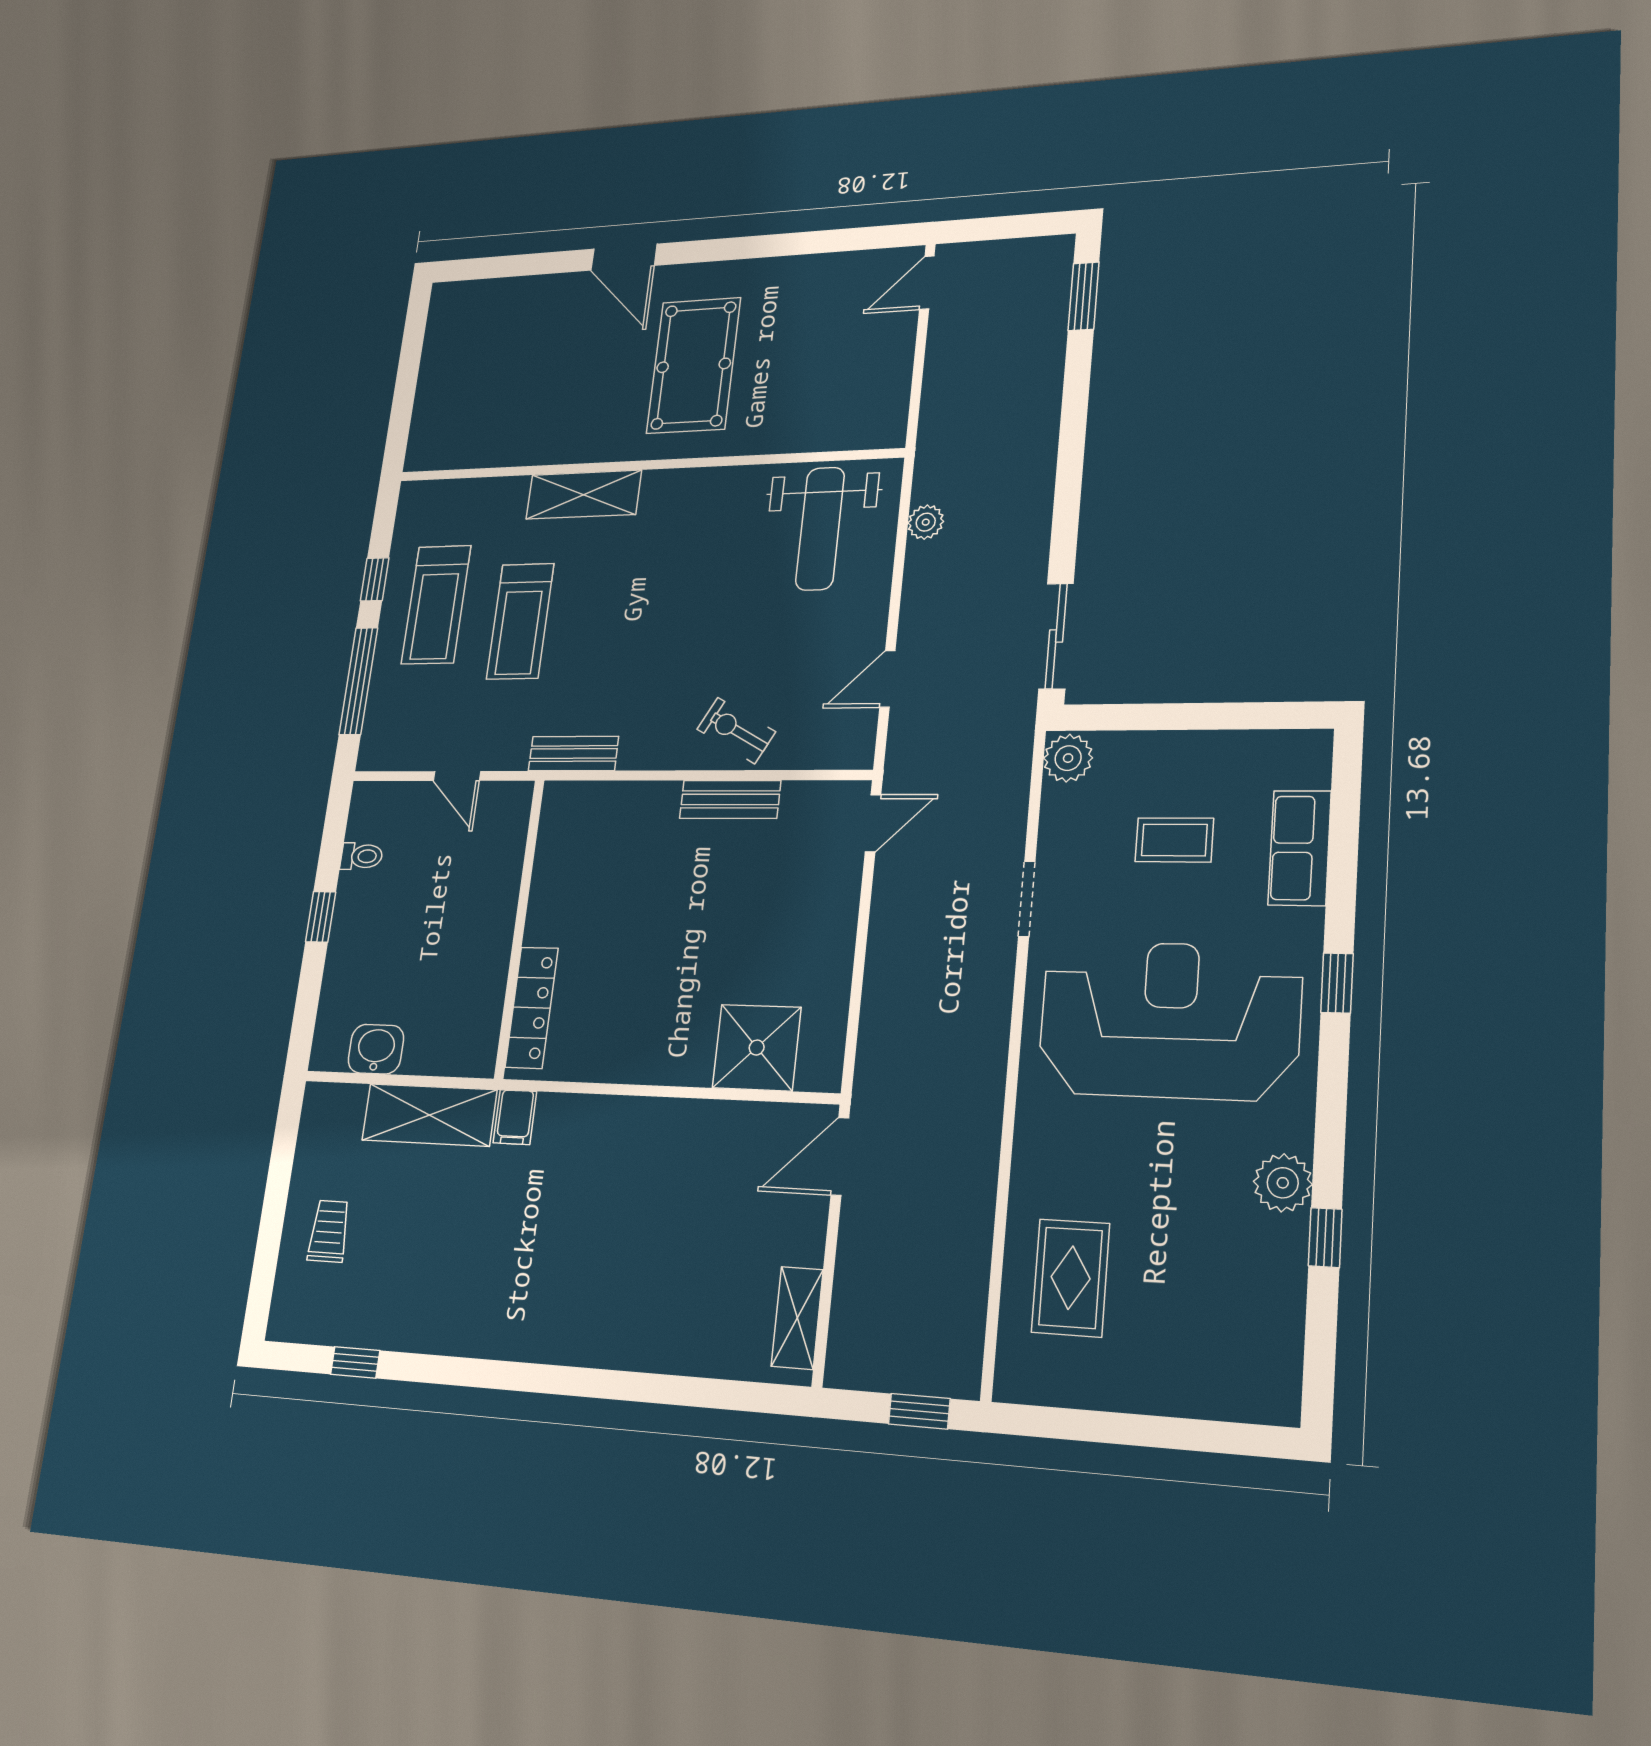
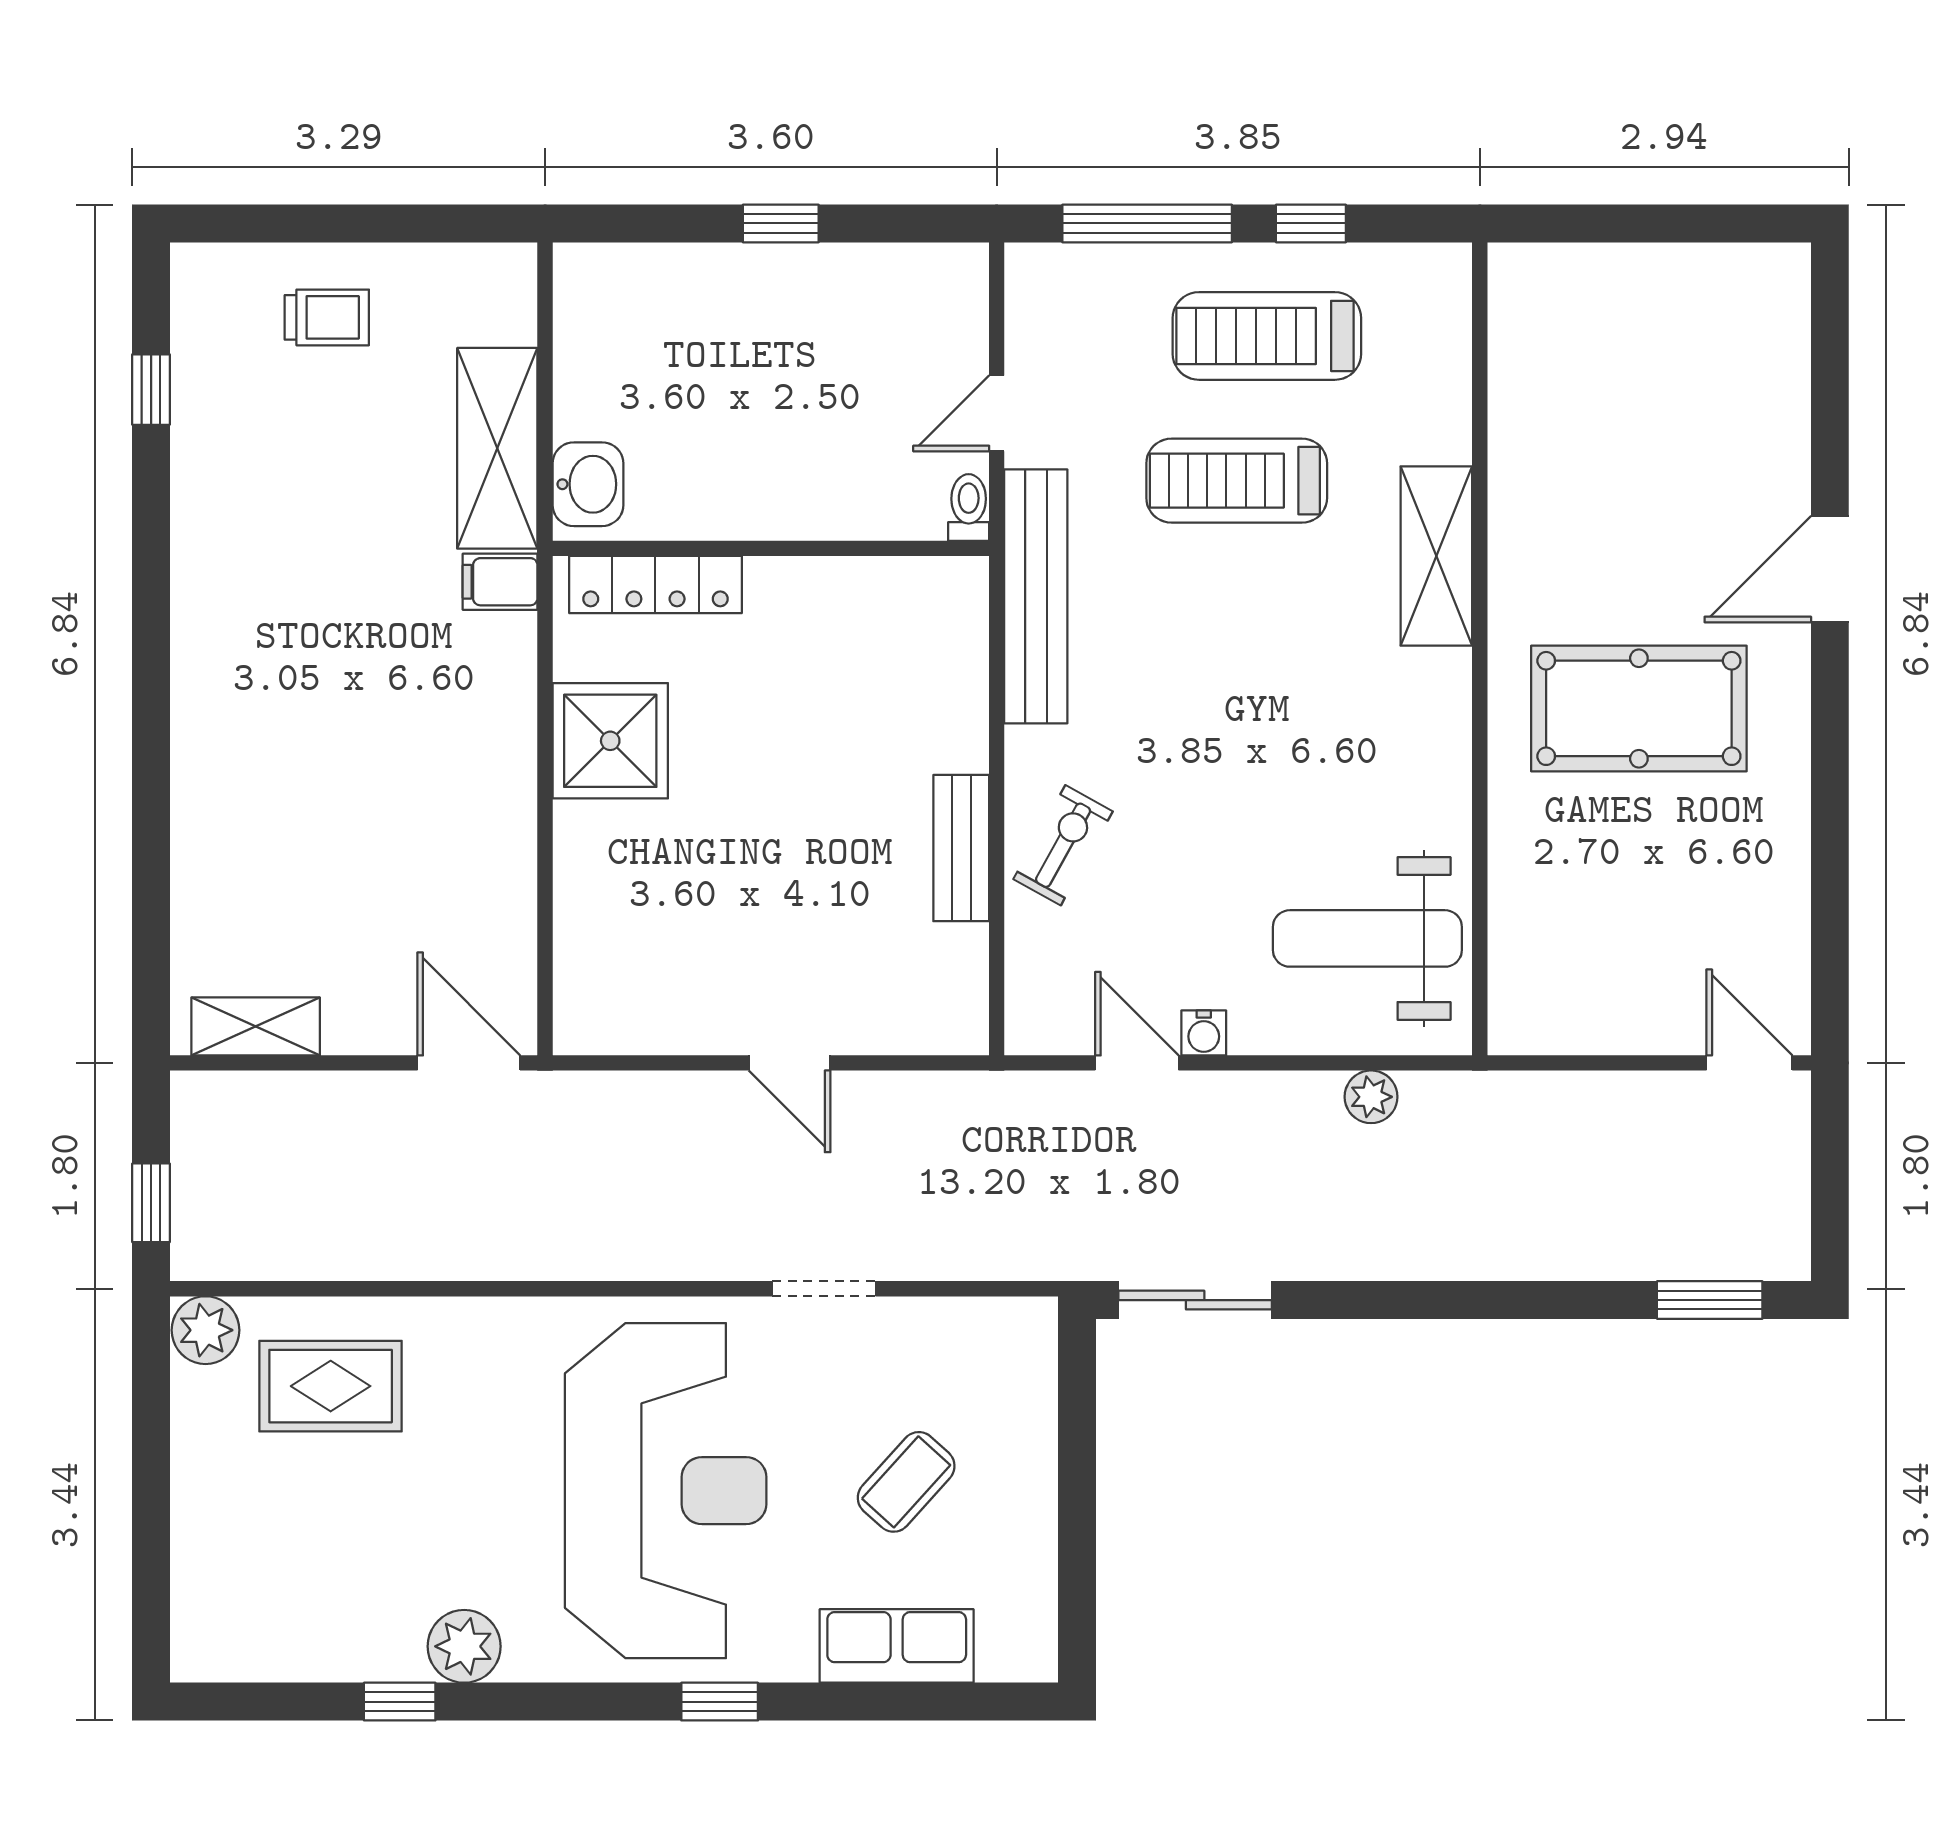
water cooler: (872, 634) -> (1204, 1033), added
bench: (573, 754) -> (1036, 596), width x1.86, depth x1.21
plant: (1068, 758) -> (205, 1330), moved
door: (873, 823) -> (790, 1063), moved
coffee table: (1174, 840) -> (906, 1482), turned 42
toilet: (362, 856) -> (969, 508), moved, turned 180
shower: (757, 1048) -> (610, 741), moved
washbasin: (376, 1049) -> (588, 484), moved

